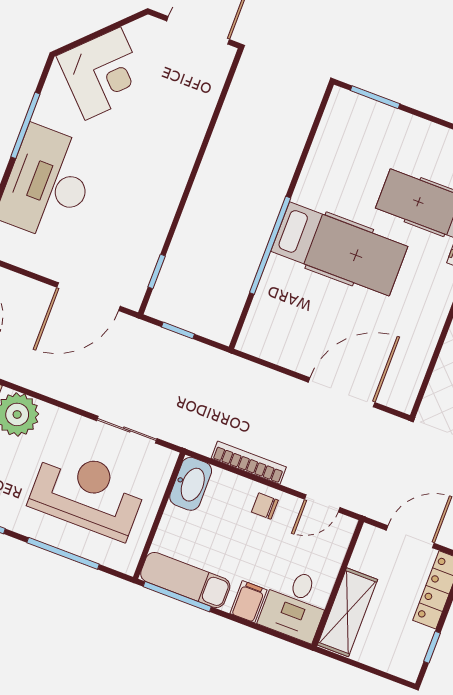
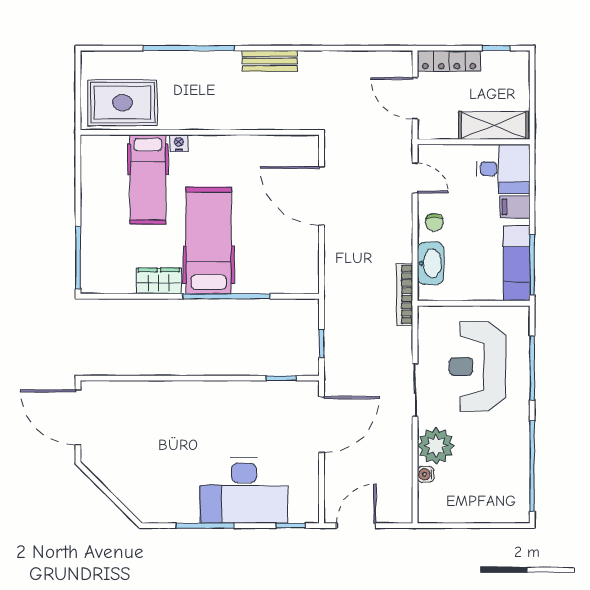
corner desk: (103, 74) -> (141, 480), removed
window: (375, 97) -> (78, 257), width x1.44
wardrobe: (315, 177) -> (159, 281), added
door: (89, 297) -> (321, 424), hinge flipped
sliding door: (127, 430) -> (415, 390), moved
bookcase: (249, 463) -> (405, 295), moved
washbasin: (191, 484) -> (431, 263), moved, turned 90

